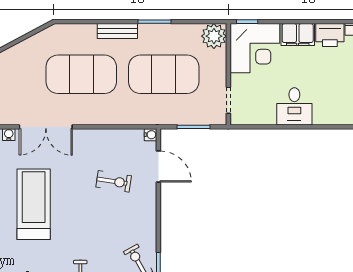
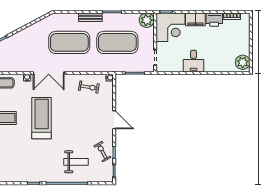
door: (158, 167) -> (114, 120), moved
exercise bike: (114, 181) -> (89, 87), moved

